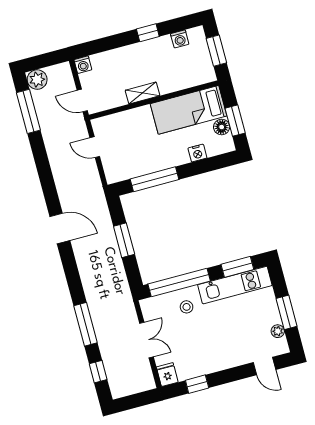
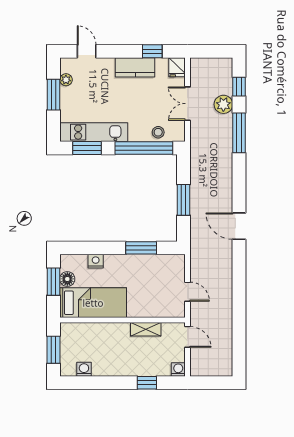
window: (148, 33) -> (147, 383), moved
plant: (37, 80) -> (223, 104), moved
shelving: (143, 93) -> (146, 329), moved
window: (28, 111) -> (239, 340), removed
window: (154, 179) -> (141, 248), width x0.69
stool: (187, 307) -> (158, 132), moved
kitchen counter: (210, 363) -> (135, 67), added

